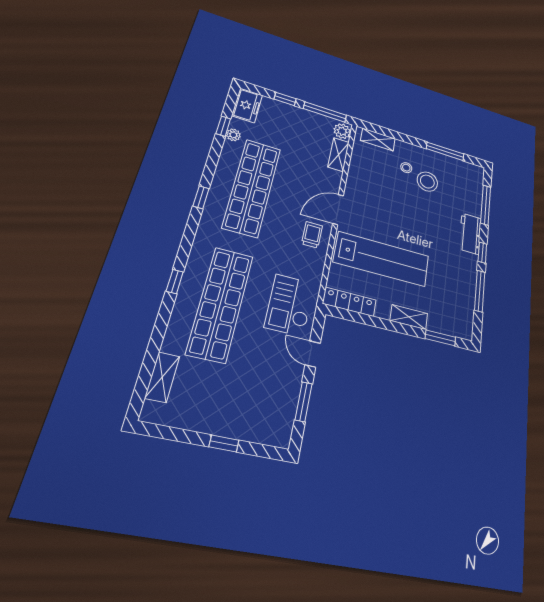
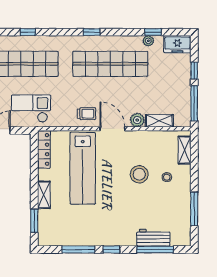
plant: (342, 131) -> (137, 120), moved
stool: (427, 182) -> (139, 174), moved
workbench: (470, 234) -> (153, 238), moved

